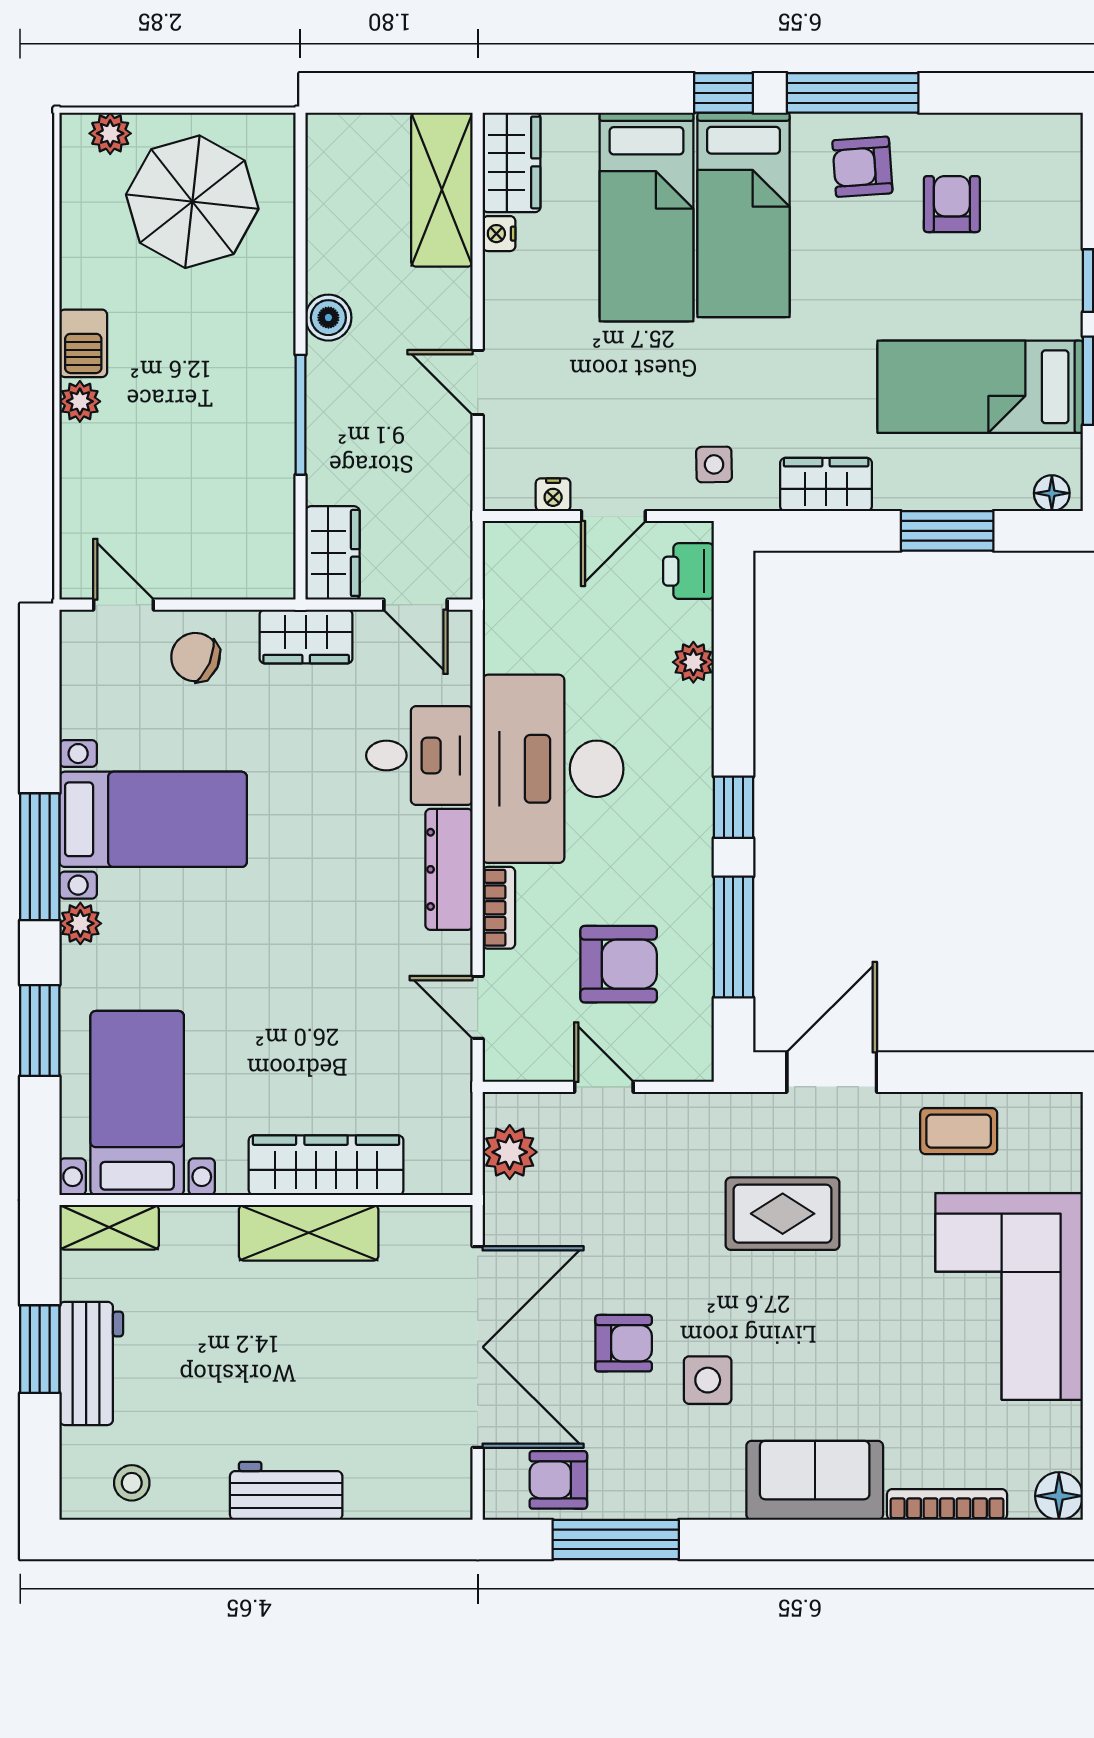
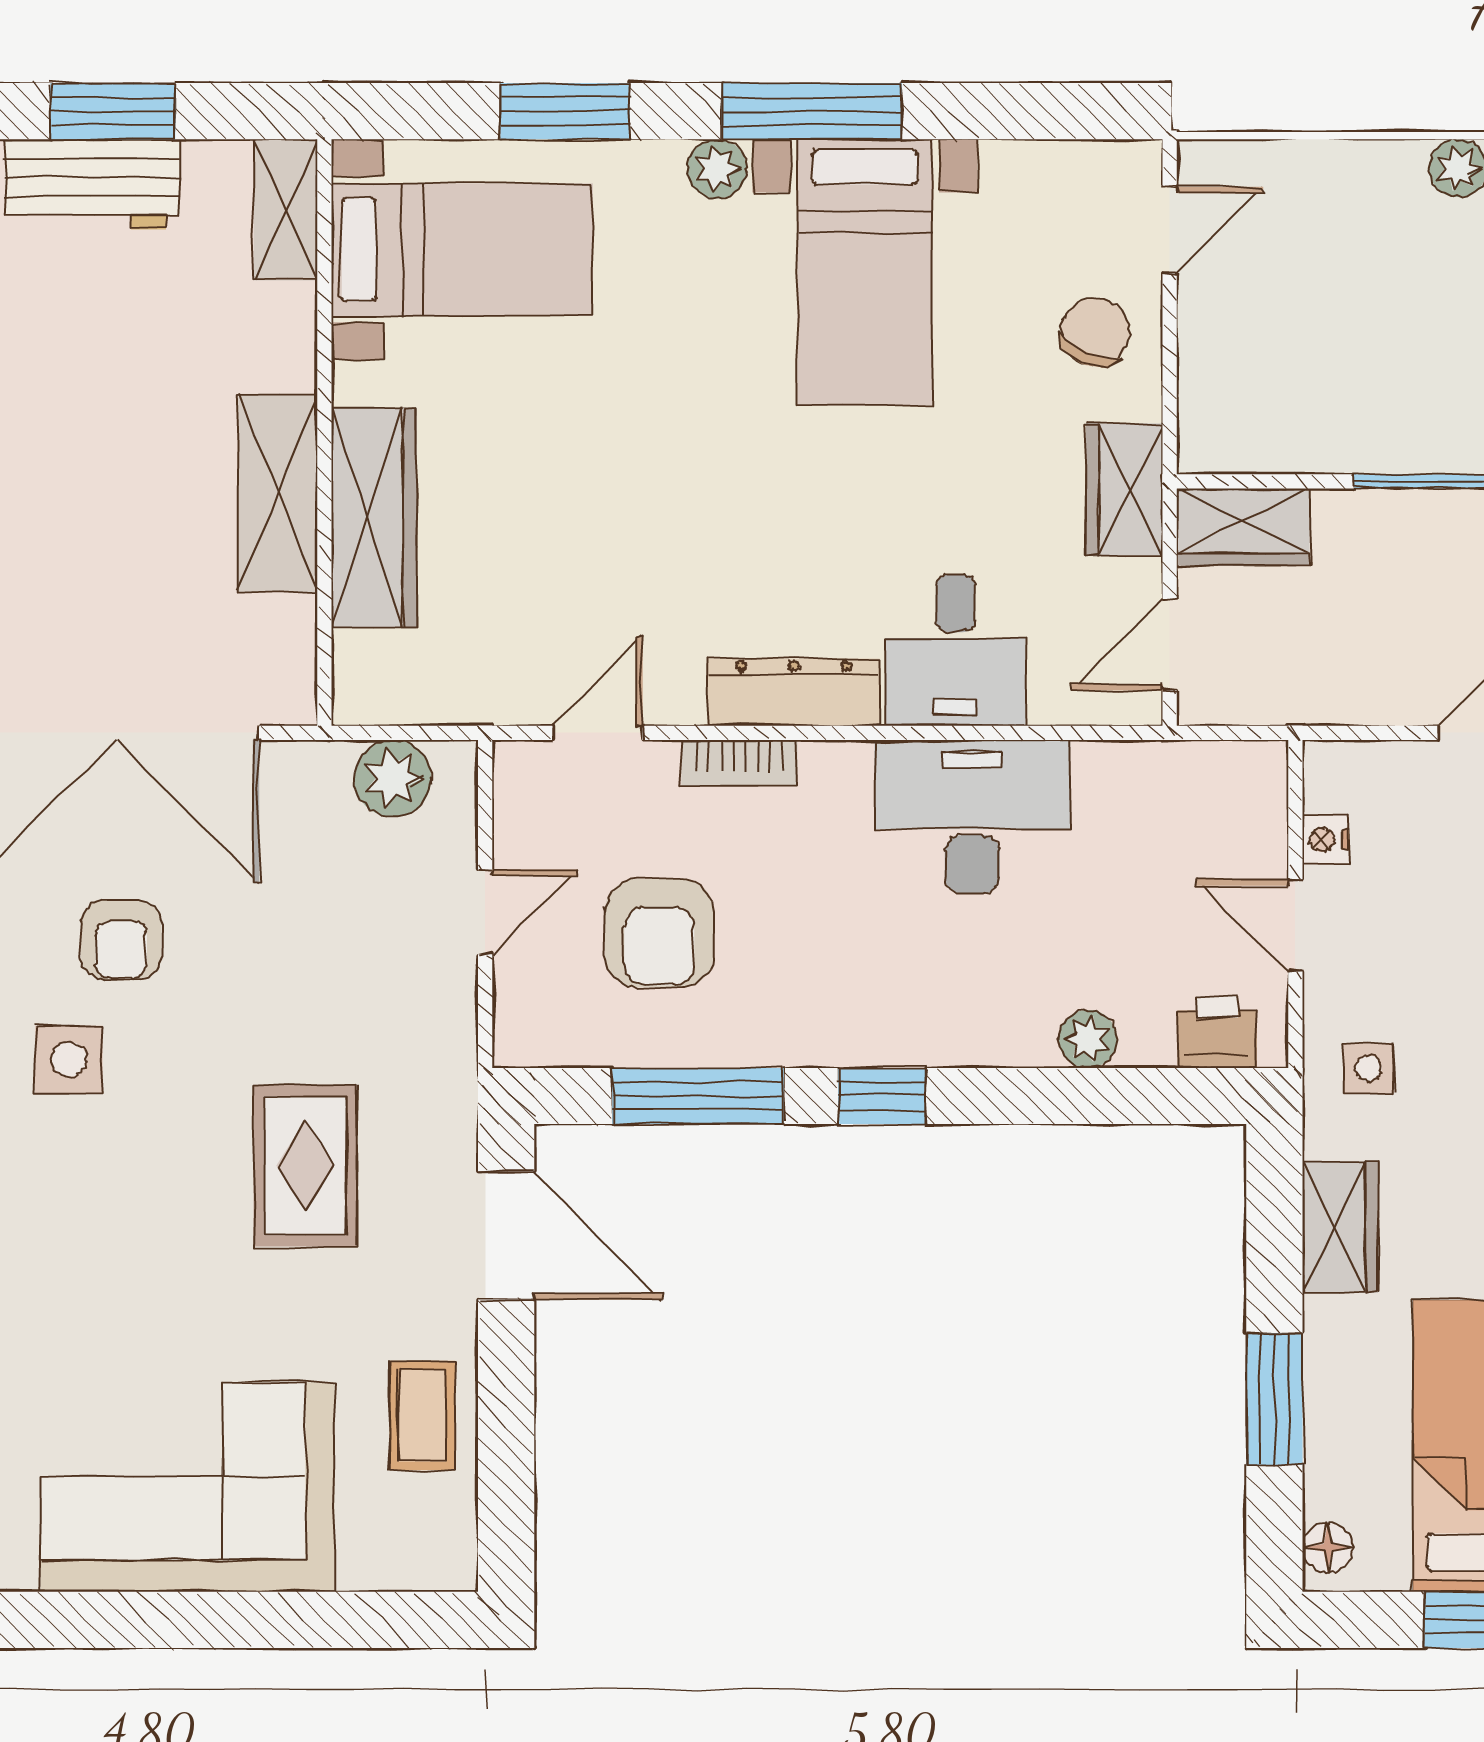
desk: (553, 769) -> (972, 817), width x0.73, depth x0.77

